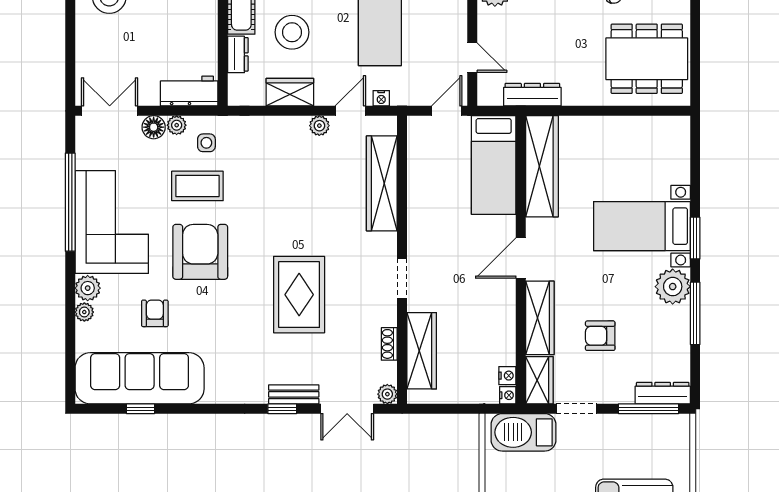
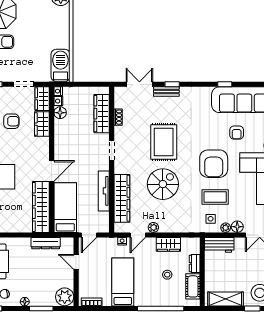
stool: (292, 32) -> (167, 275), width x0.53, depth x0.53
tv unit: (418, 198) -> (104, 191), added
spiral stairs: (301, 211) -> (163, 184), added
door: (521, 258) -> (52, 171), moved
wardrobe: (540, 318) -> (42, 124), width x0.67
floor lamp: (504, 353) -> (60, 113), added
plant: (387, 394) -> (119, 92), removed
window: (141, 409) -> (225, 84), moved
barbecue: (523, 432) -> (60, 65), moved, turned -90

